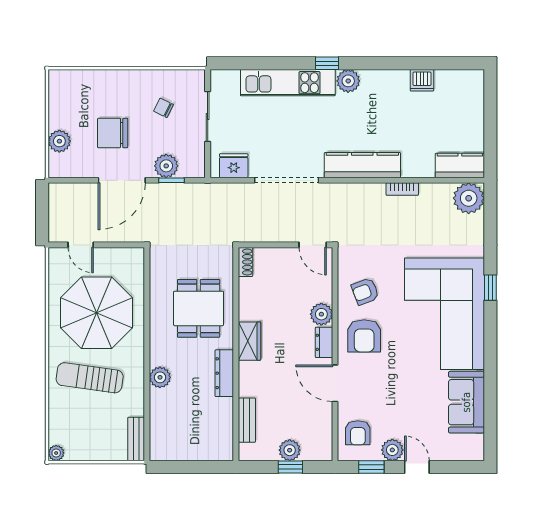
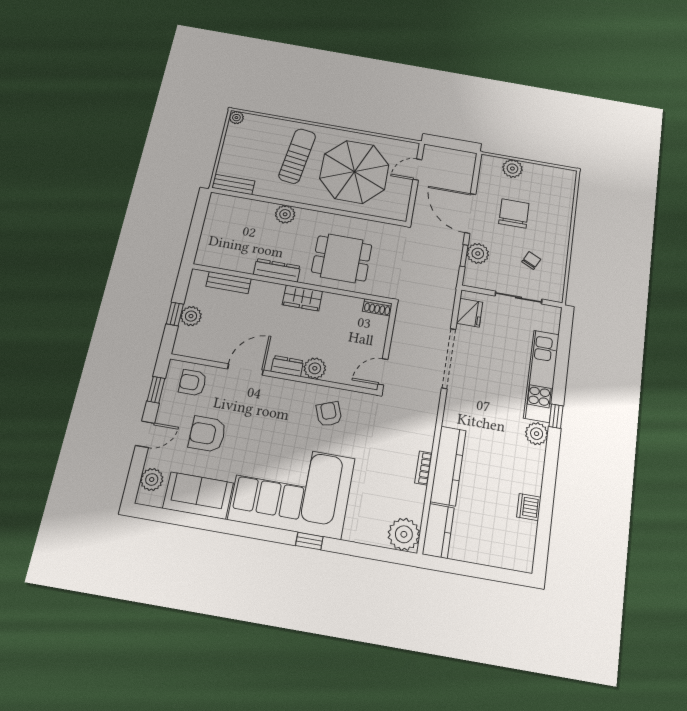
kitchen counter: (362, 165) -> (448, 466), moved
armchair: (364, 336) -> (207, 434), moved
plant: (392, 450) -> (152, 479), moved

